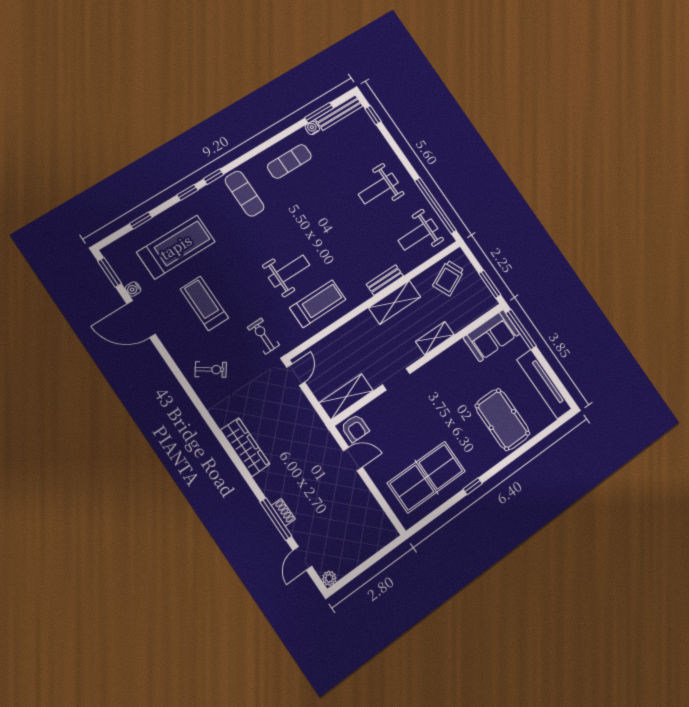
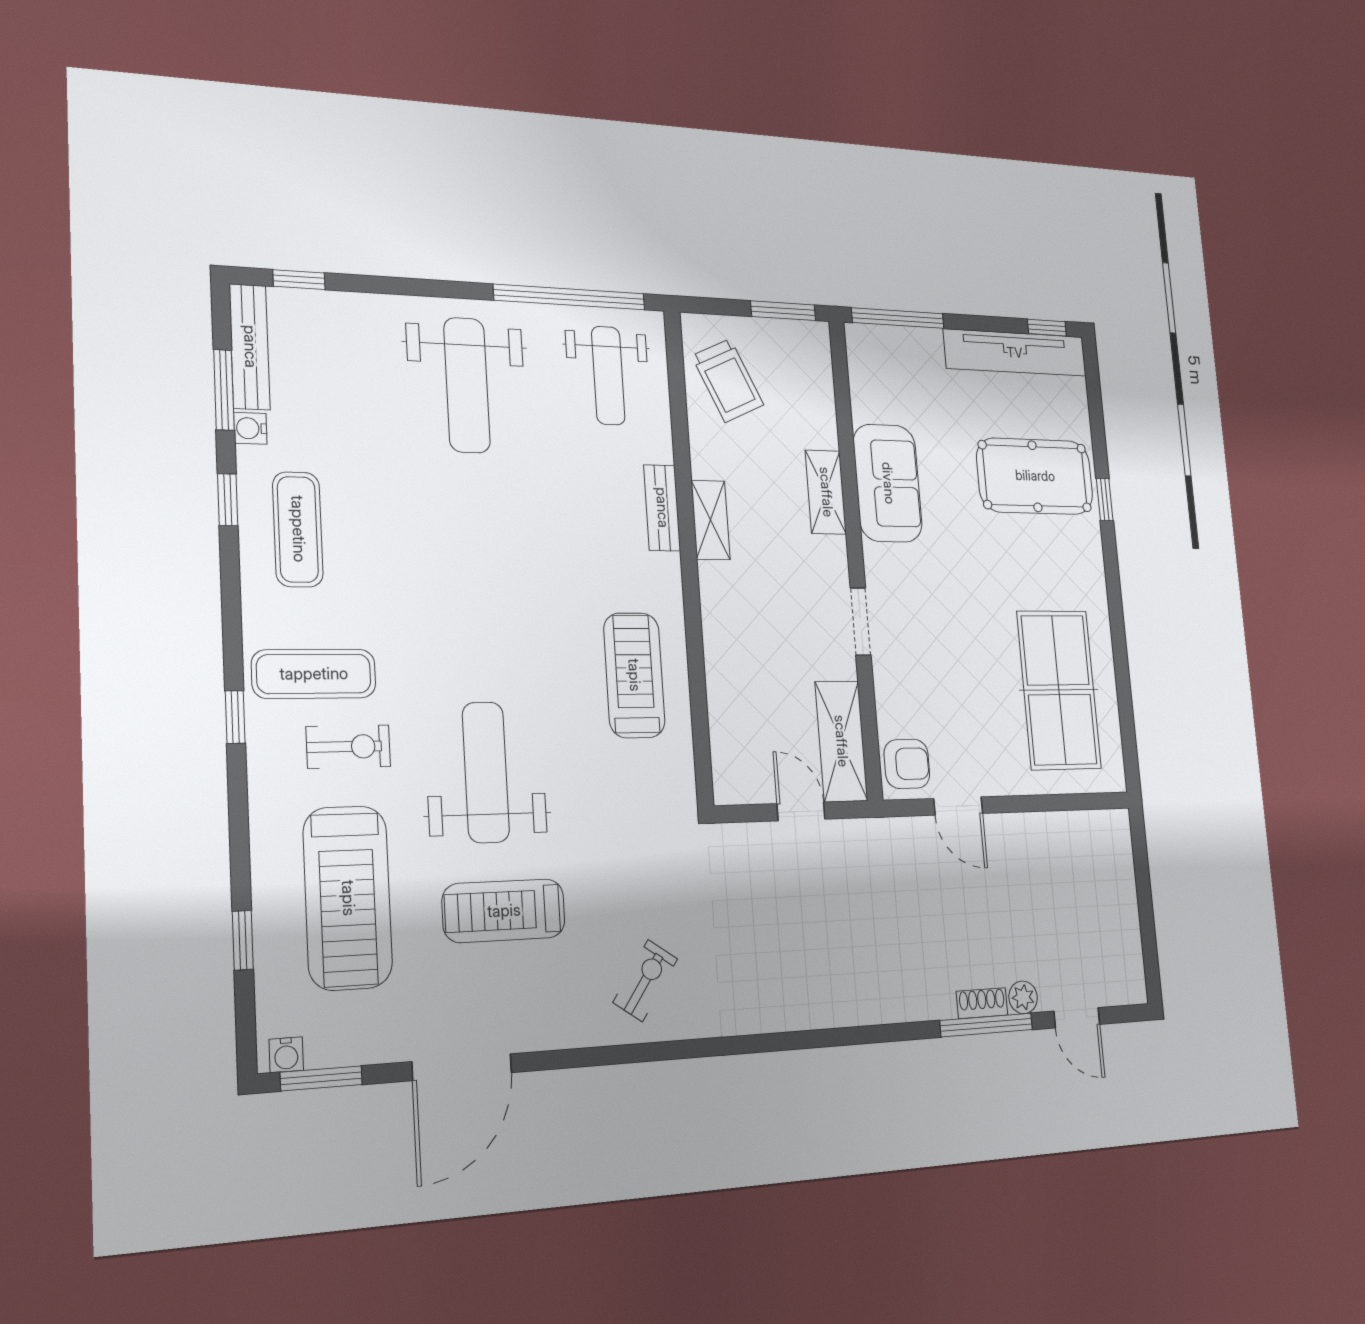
weight bench: (378, 188) -> (467, 385), width x1.36, depth x1.33
window: (187, 192) -> (228, 500), moved
treadmill: (176, 247) -> (348, 898), turned 180
weight bench: (289, 271) -> (486, 772), moved, width x1.36, depth x1.33
water cooler: (133, 289) -> (286, 1055), moved
shelving: (395, 302) -> (711, 520), width x0.67, depth x0.75
exercise bike: (263, 336) -> (348, 747), moved, turned 180
sofa: (492, 336) -> (888, 483), moved
door: (296, 375) -> (801, 811), moved
window: (564, 392) -> (1047, 328), added
wardrobe: (245, 447) -> (829, 1003), removed
door: (353, 459) -> (958, 806), swing flipped
window: (473, 486) -> (1105, 499), moved
plant: (329, 578) -> (1023, 997), moved

